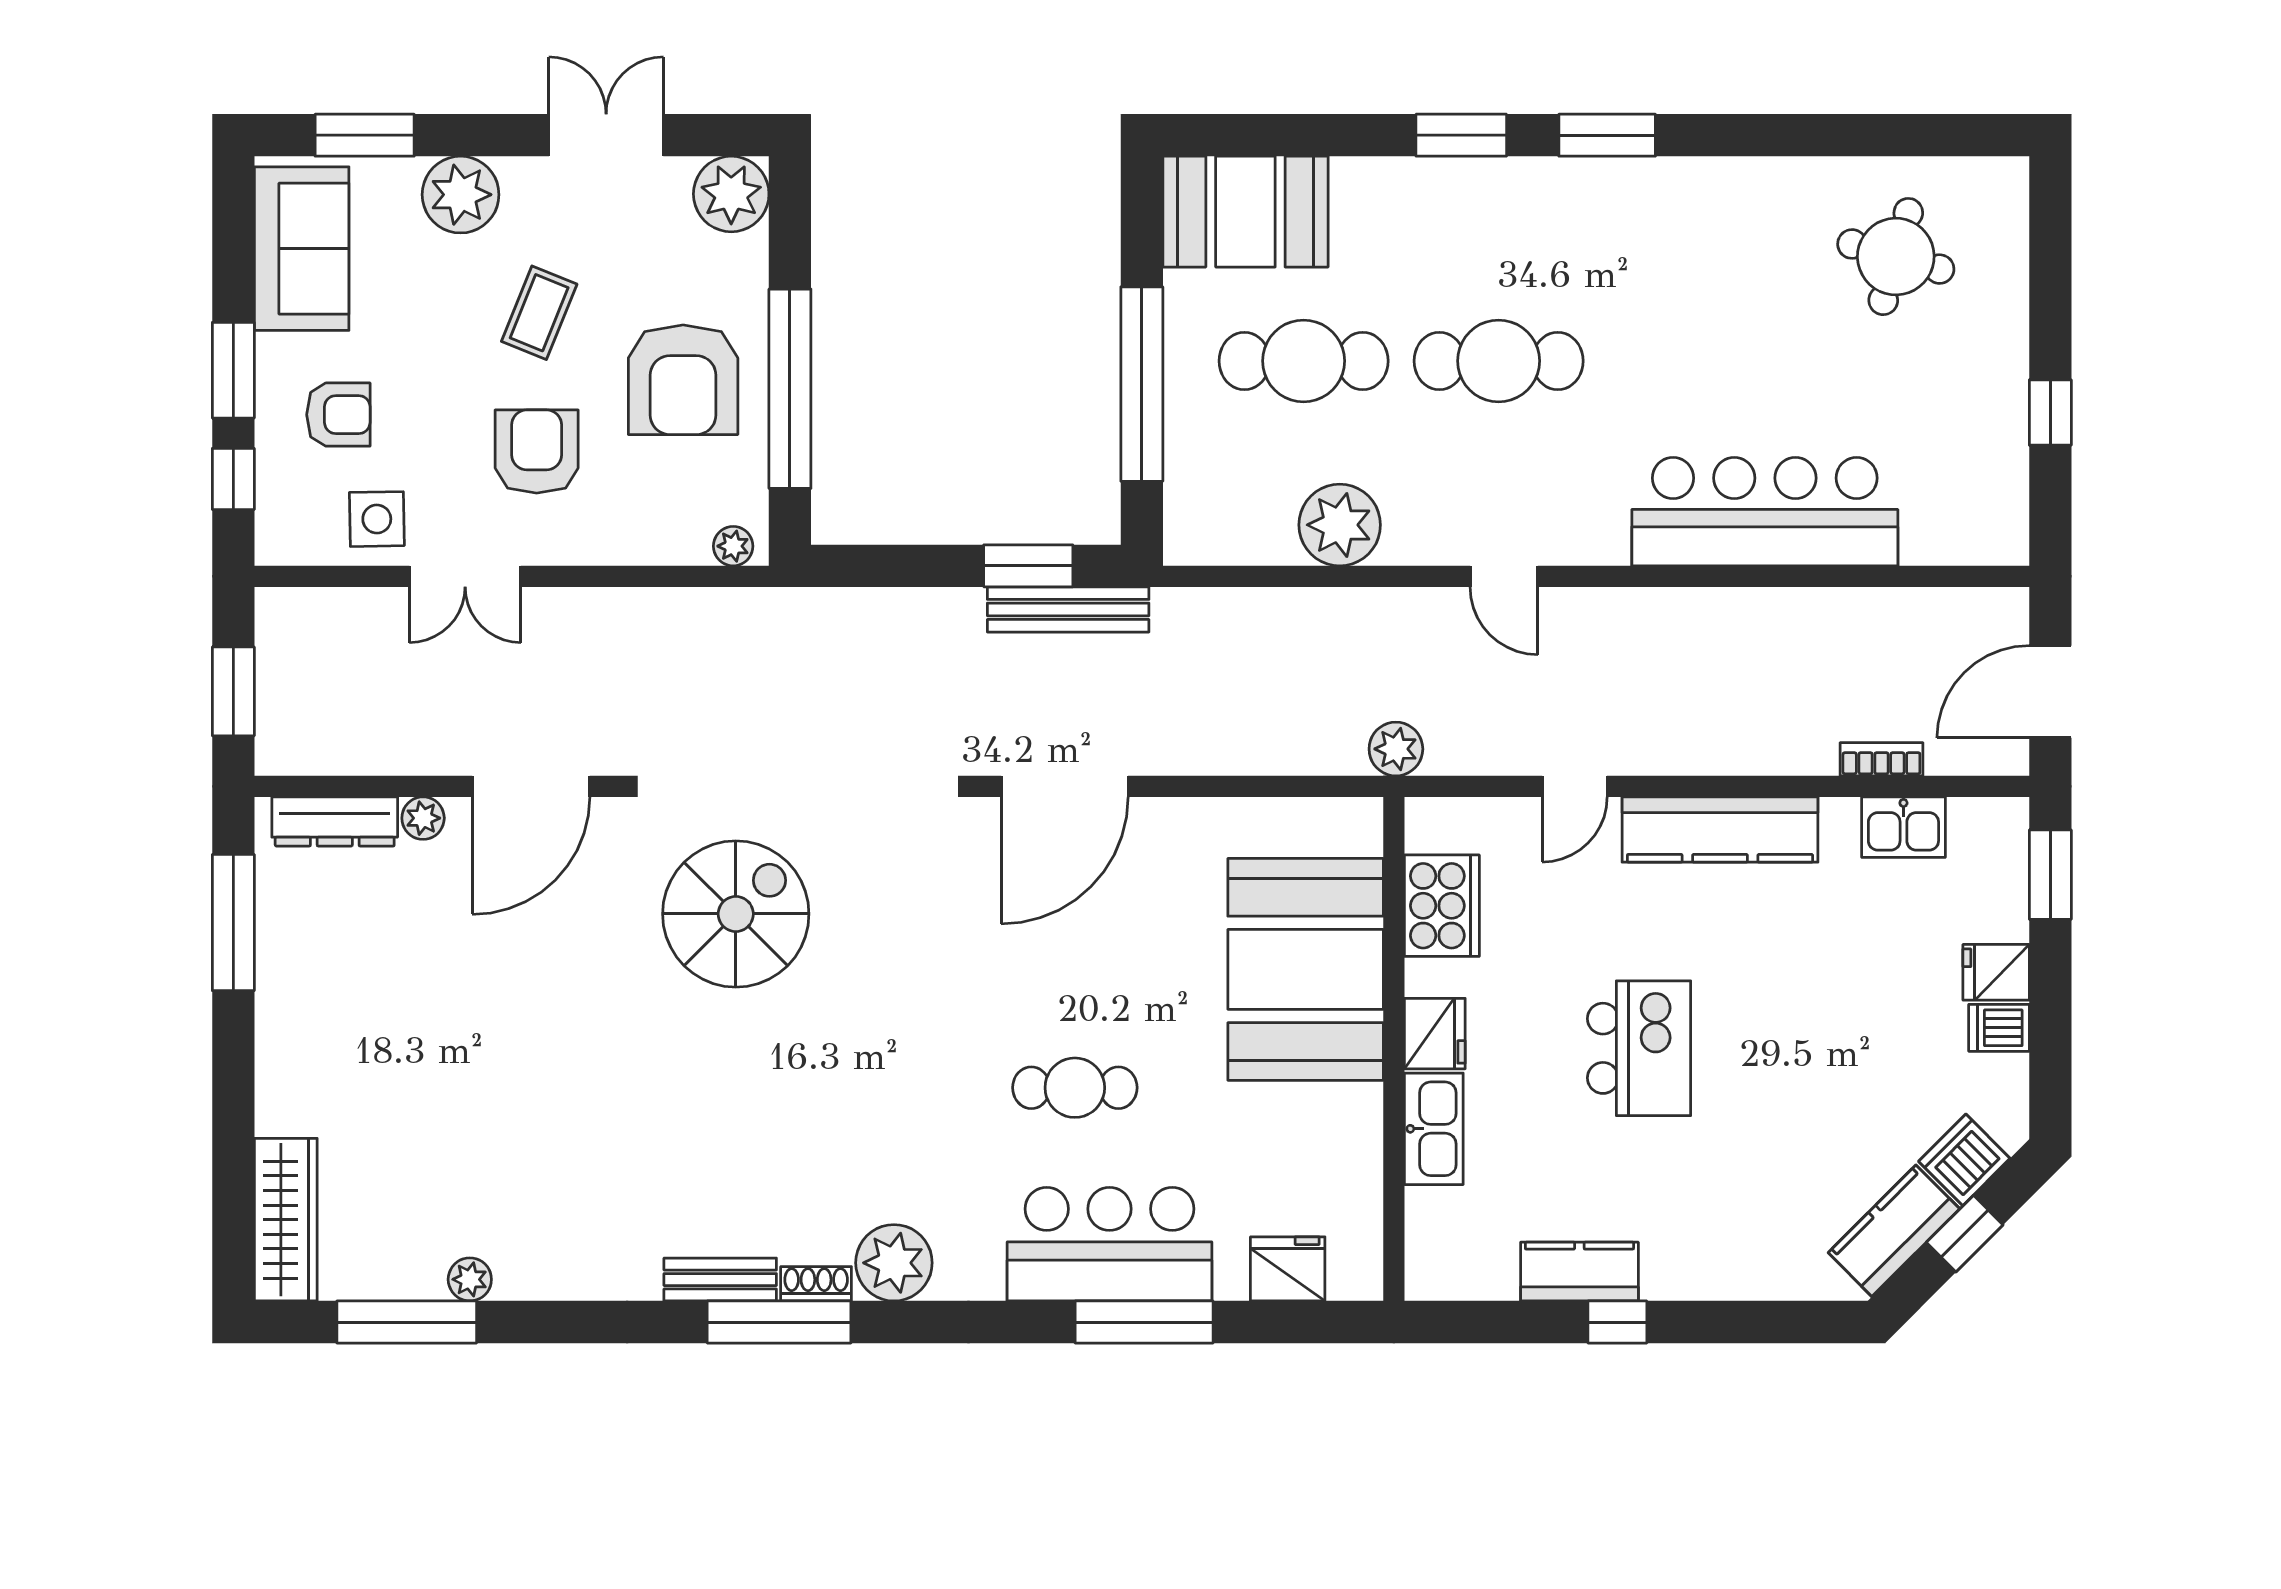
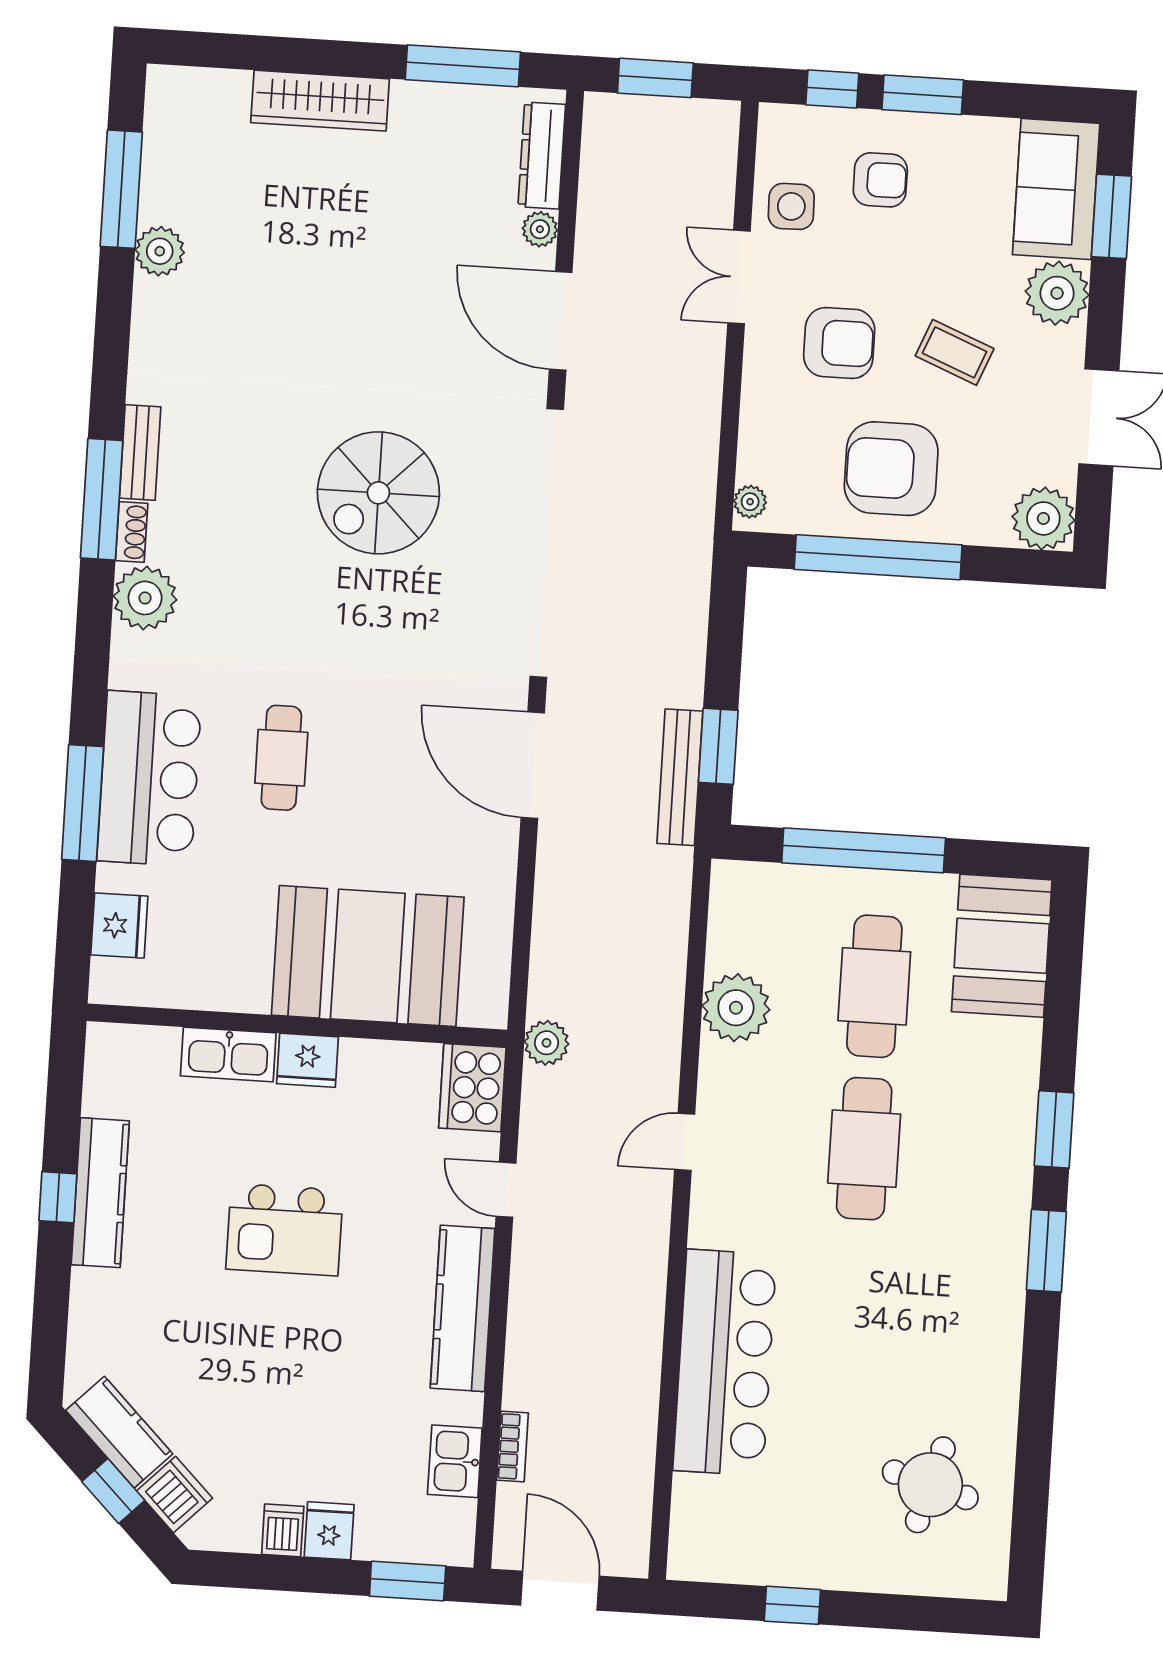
sofa: (302, 249) -> (1056, 189), moved, turned 90
armchair: (338, 415) -> (880, 180), turned -90
cooker: (1442, 906) -> (472, 1088), moved, turned 90
spiral stairs: (736, 914) -> (378, 493), moved, turned 90
wardrobe: (286, 1220) -> (320, 101), moved
kitchen counter: (1579, 1272) -> (100, 1193), width x1.50
plant: (470, 1279) -> (160, 251), width x1.38, depth x1.38

